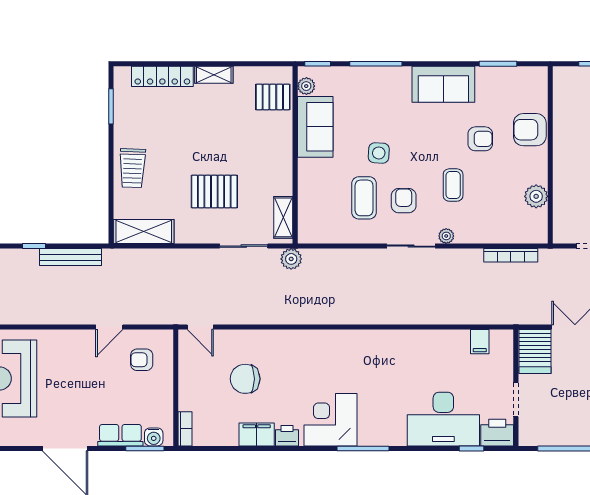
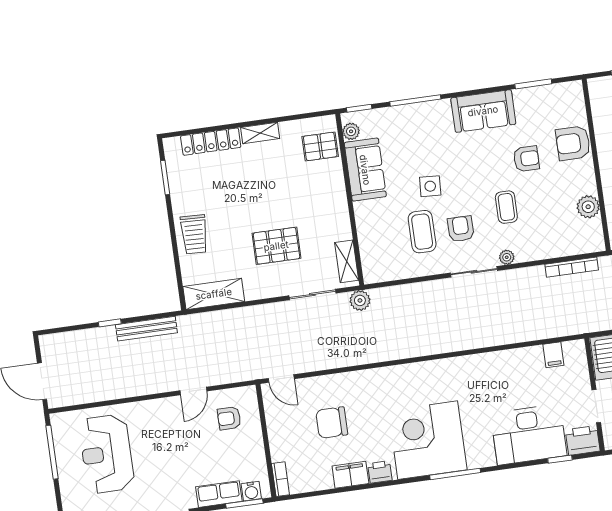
corner desk: (330, 420) -> (428, 440), width x1.36, depth x1.36

